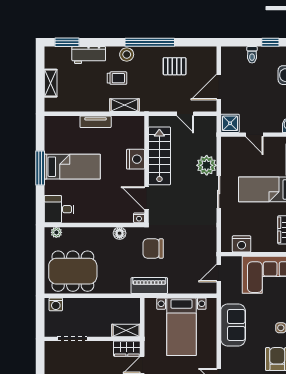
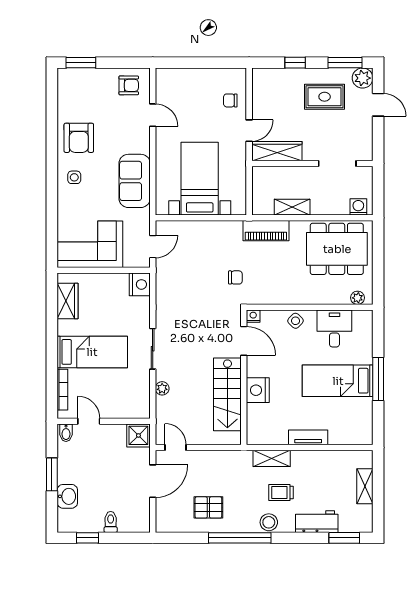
door: (185, 114) -> (176, 447), moved
door: (254, 135) -> (89, 421), moved
plant: (207, 165) -> (162, 388), width x0.53, depth x0.53
desk: (59, 209) -> (334, 328), moved, turned -90
side table: (106, 214) -> (296, 321), added
floor lamp: (120, 233) -> (278, 297), removed
nightstand: (242, 244) -> (140, 284), moved, turned 90
chair: (153, 248) -> (235, 277), width x0.54, depth x0.54
piano: (149, 286) -> (266, 231), moved
shelving: (126, 330) -> (292, 207), moved
wardrobe: (127, 349) -> (277, 151), width x1.50

